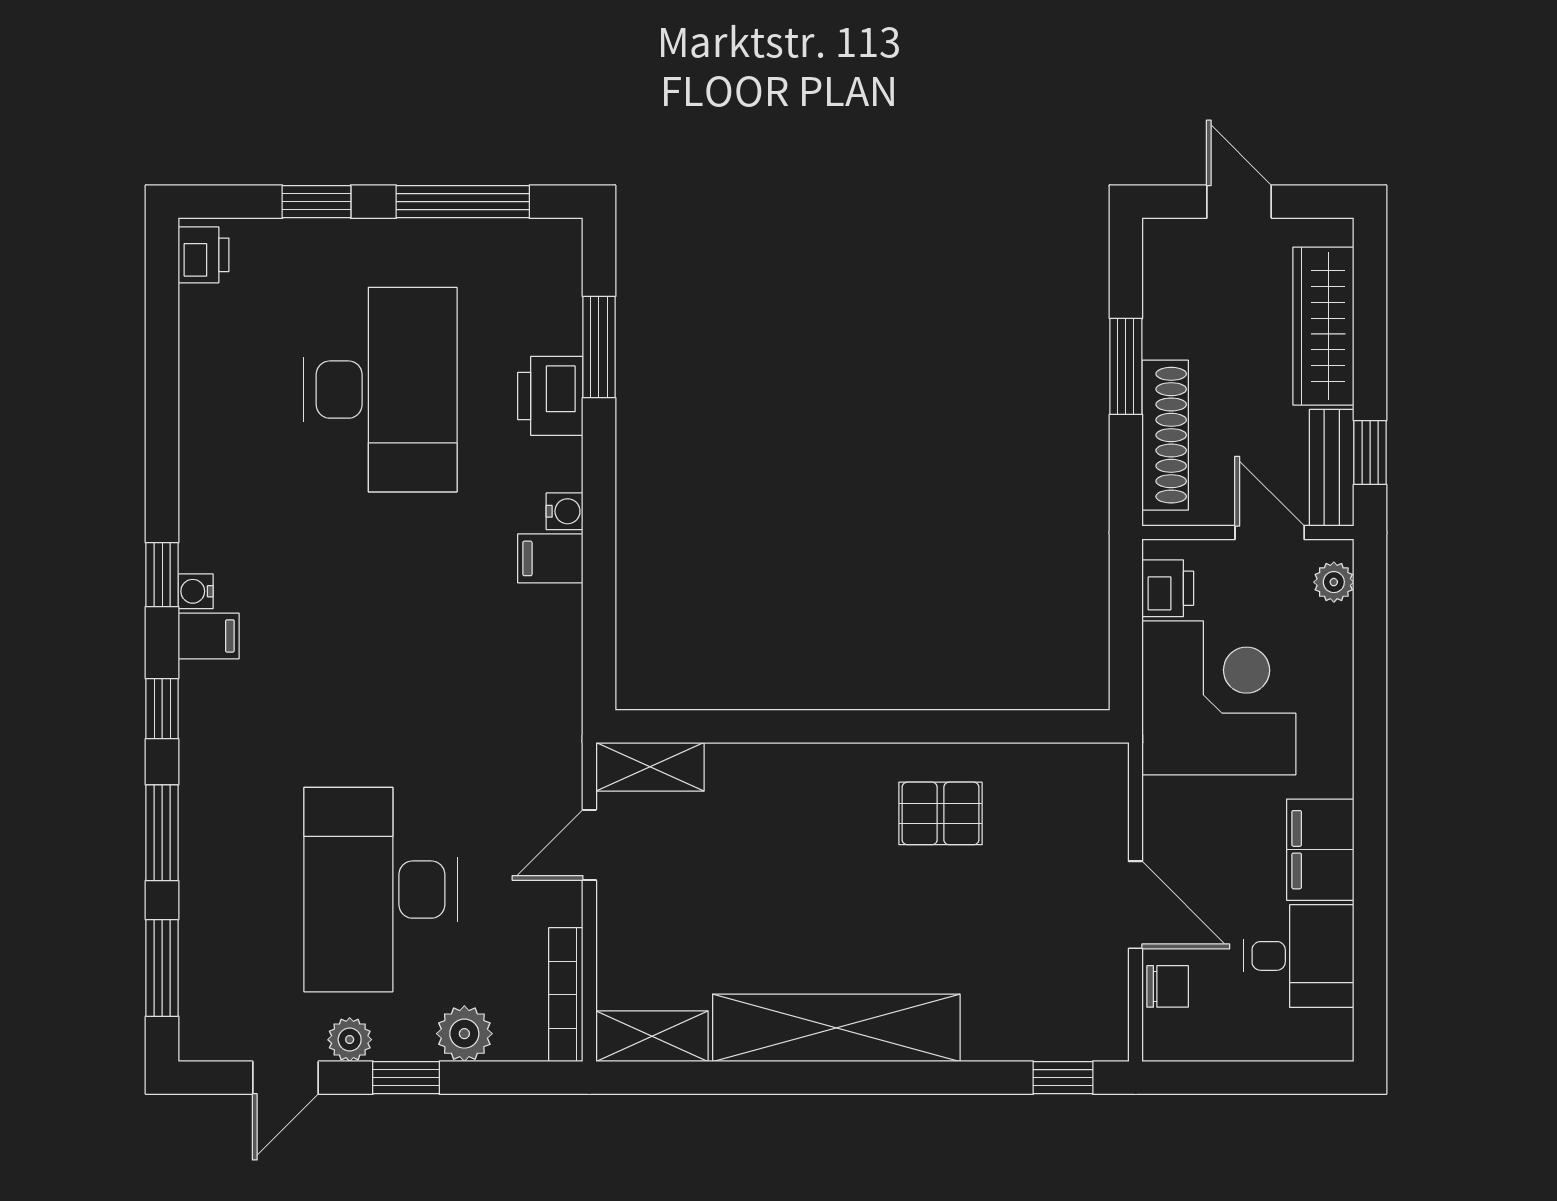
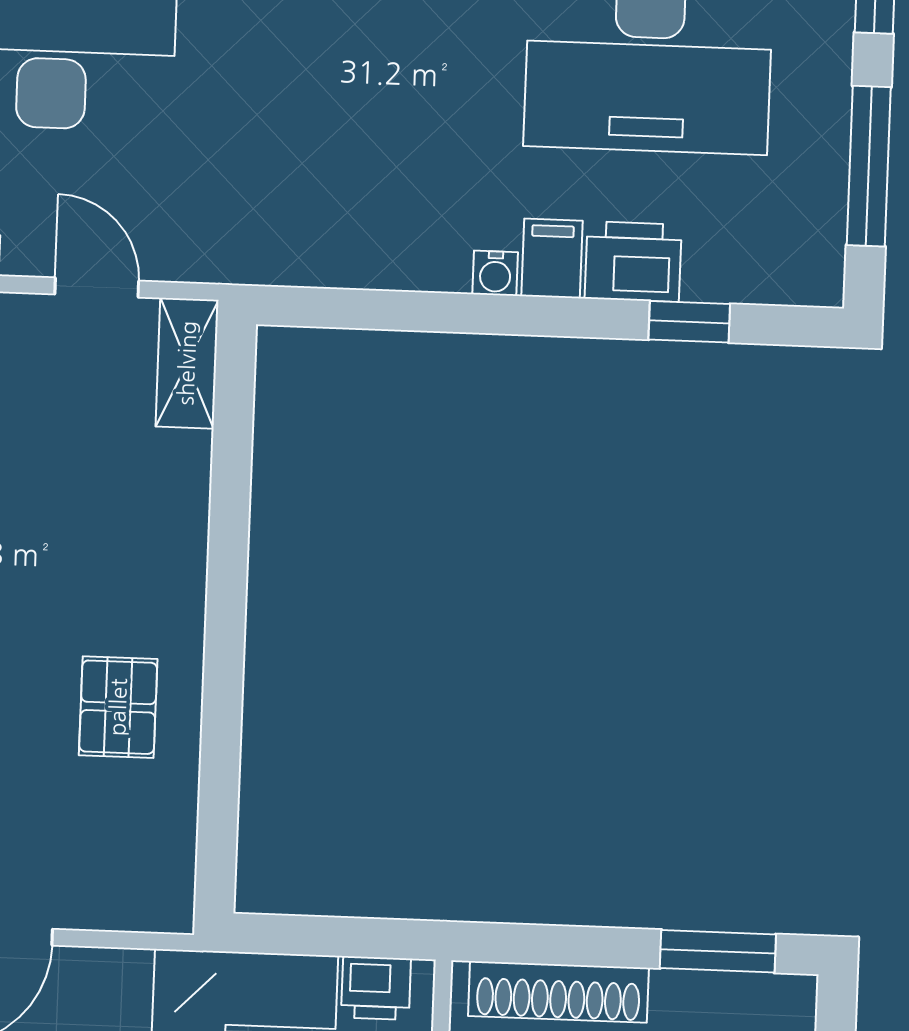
window: (599, 347) -> (689, 322), width x0.67
window: (1126, 366) -> (718, 951), moved
filing cabinet: (550, 558) -> (552, 258), moved

